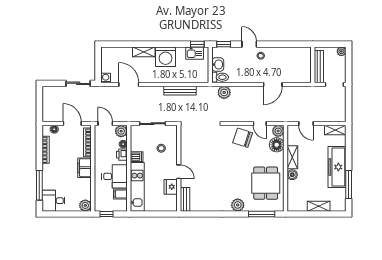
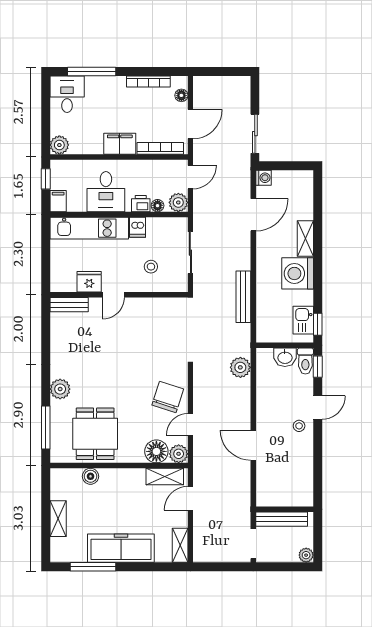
toilet: (220, 77) -> (305, 361), moved
shelving: (292, 157) -> (165, 477), moved
boiler: (292, 175) -> (90, 476), moved
dining table: (266, 183) -> (95, 434), turned 90
filing cabinet: (120, 194) -> (58, 201), moved

